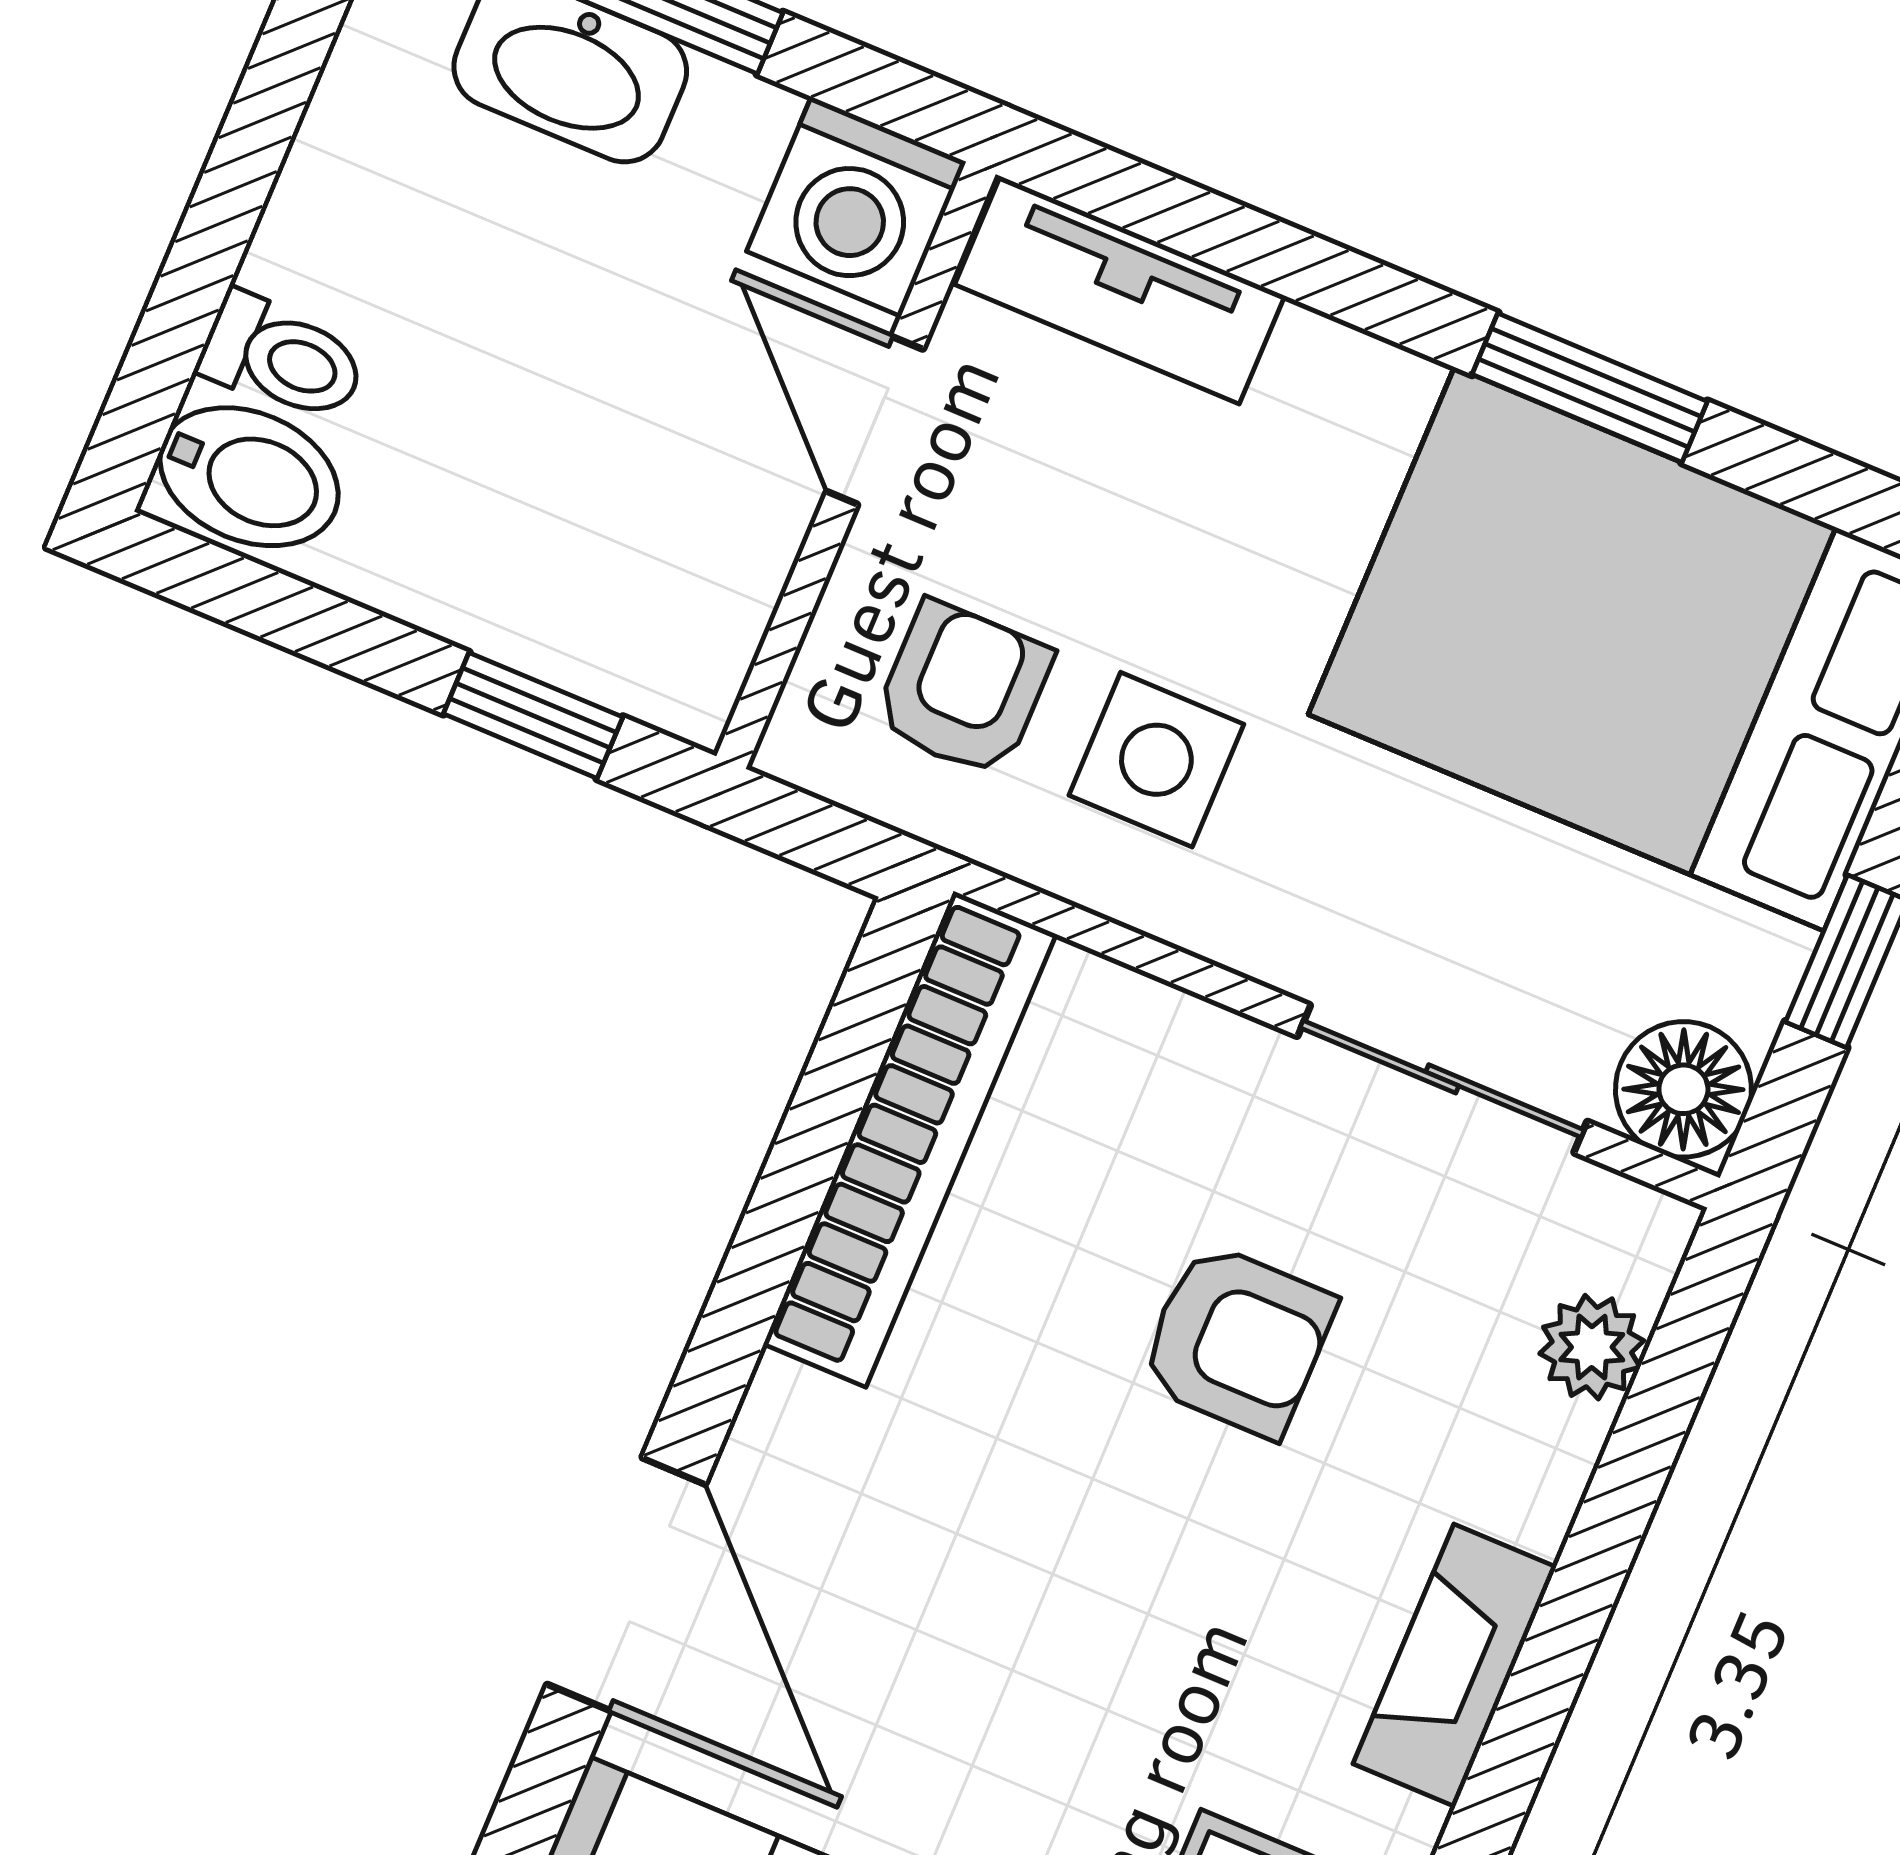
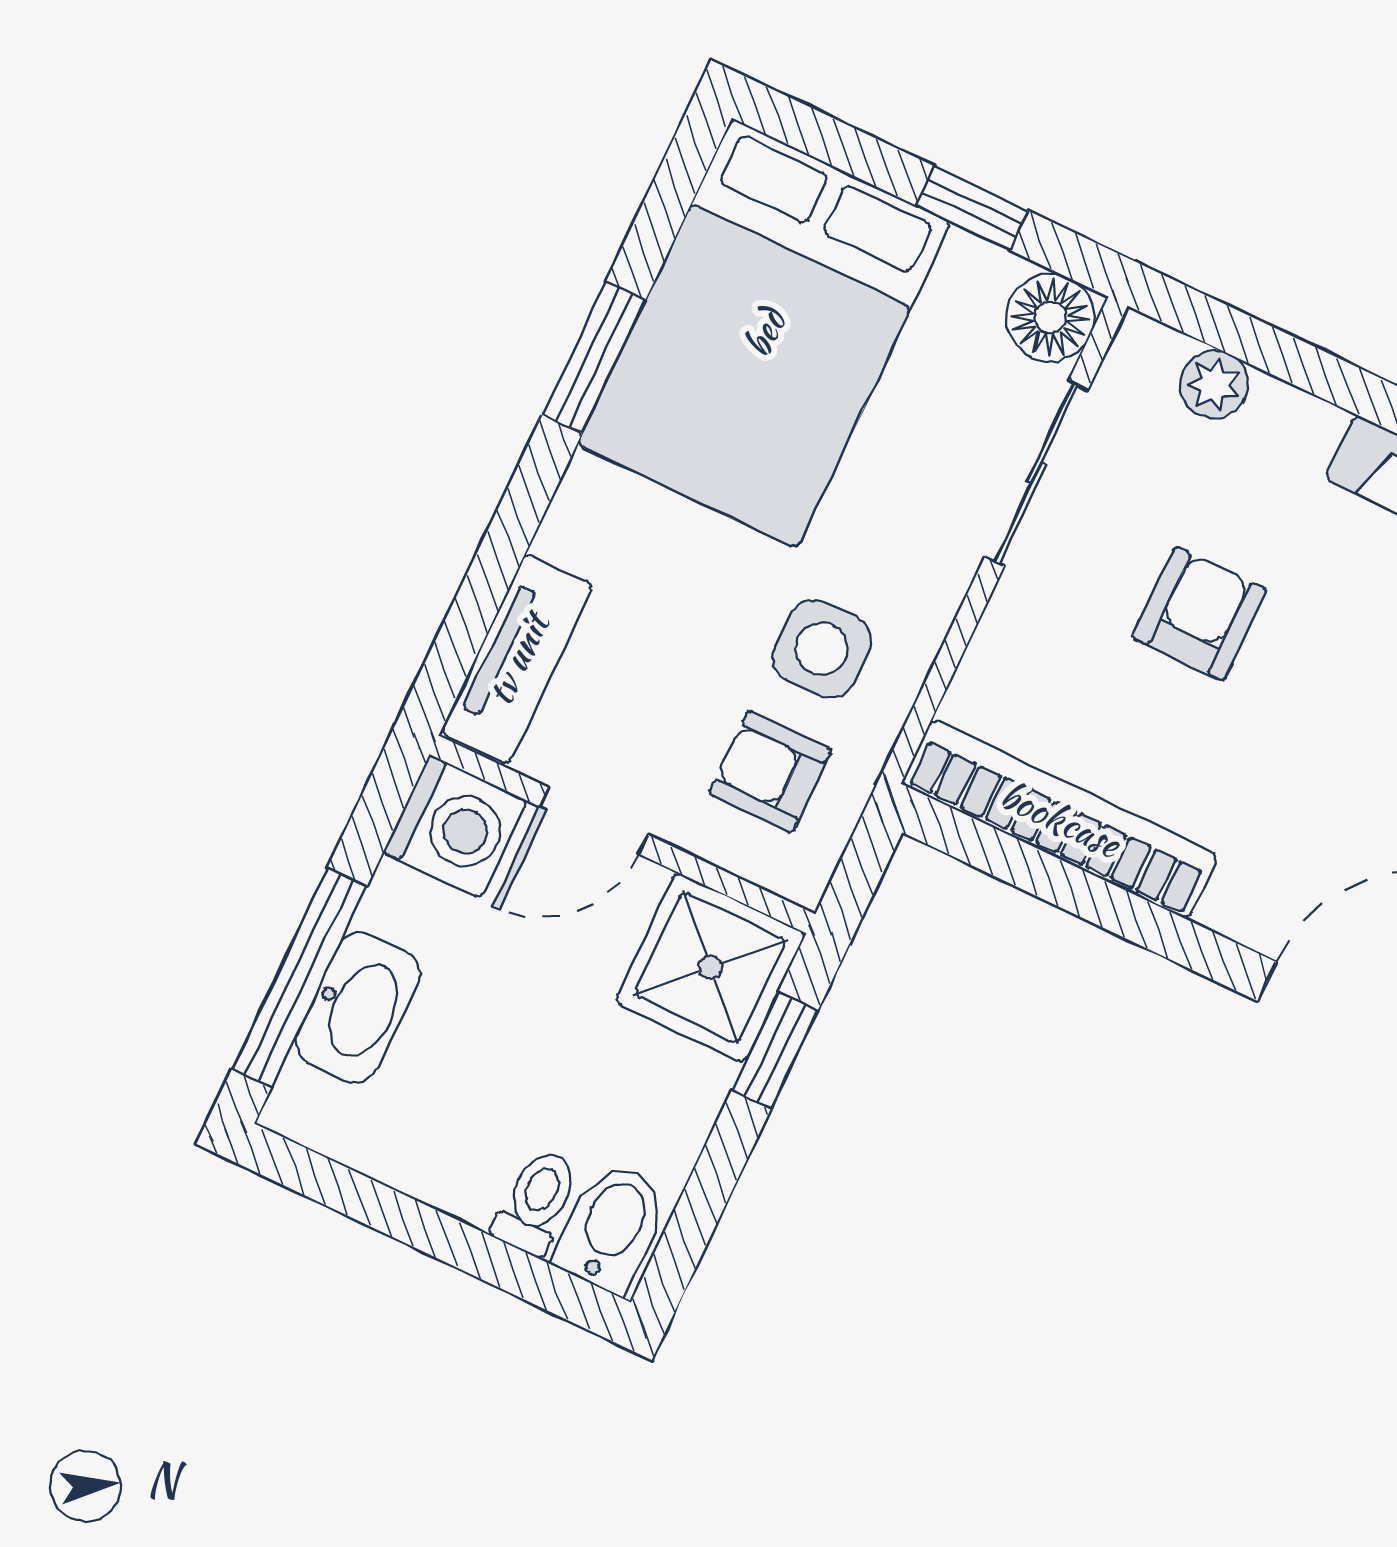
shower: (657, 610) -> (710, 967), added

